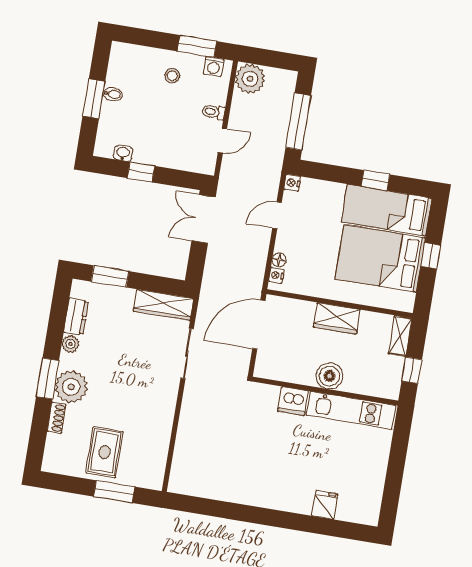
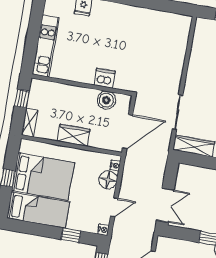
window: (375, 180) -> (71, 235), moved
floor lamp: (279, 260) -> (108, 180), width x1.89, depth x1.89
boiler: (329, 376) -> (106, 100), moved
kitchen unit: (351, 410) -> (46, 46), moved, turned 90

